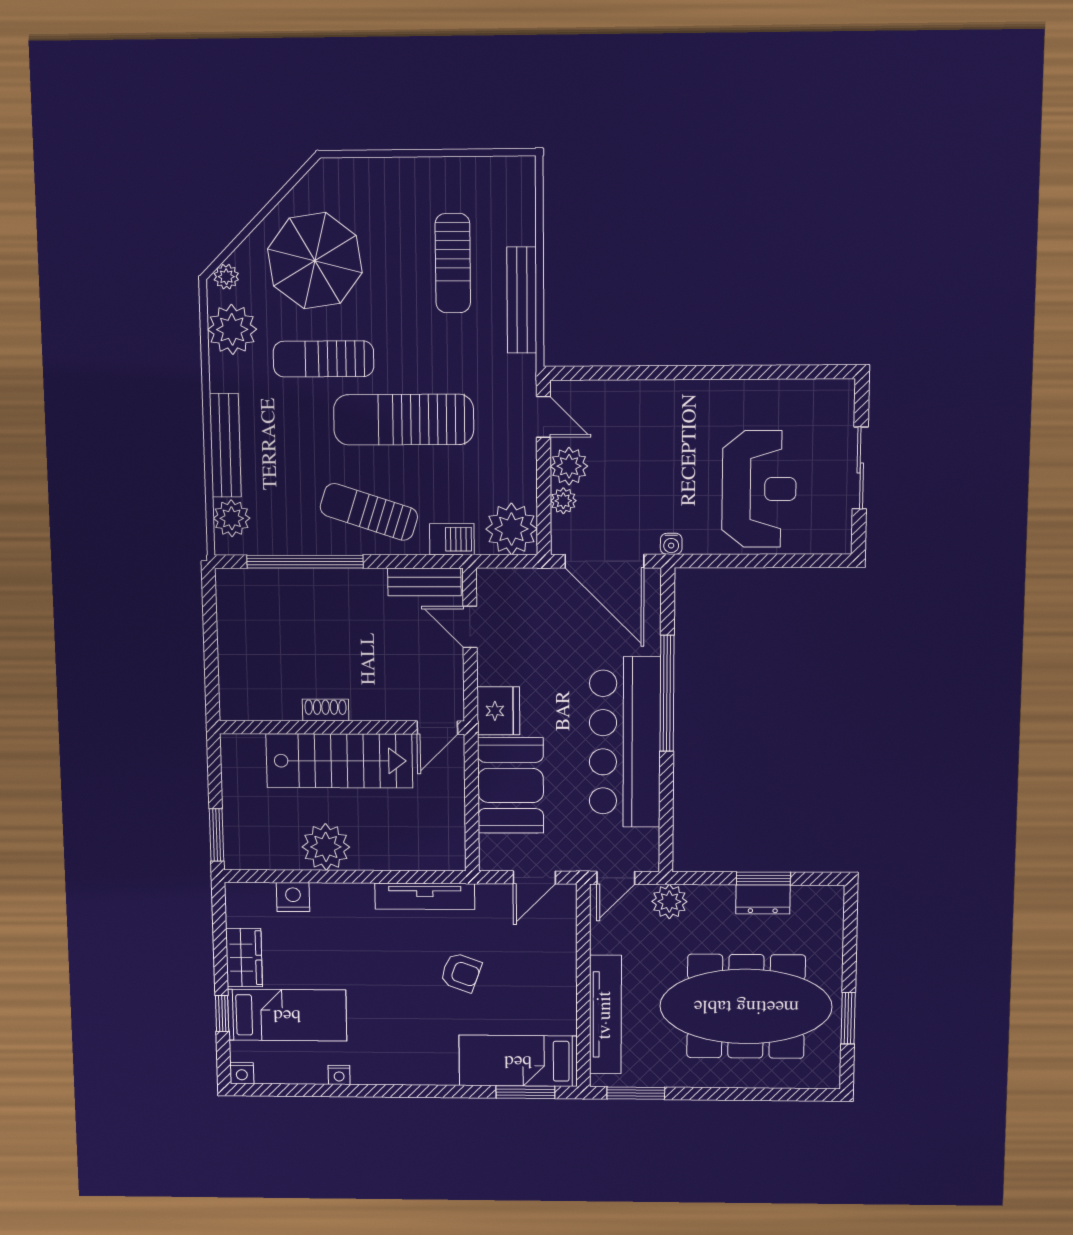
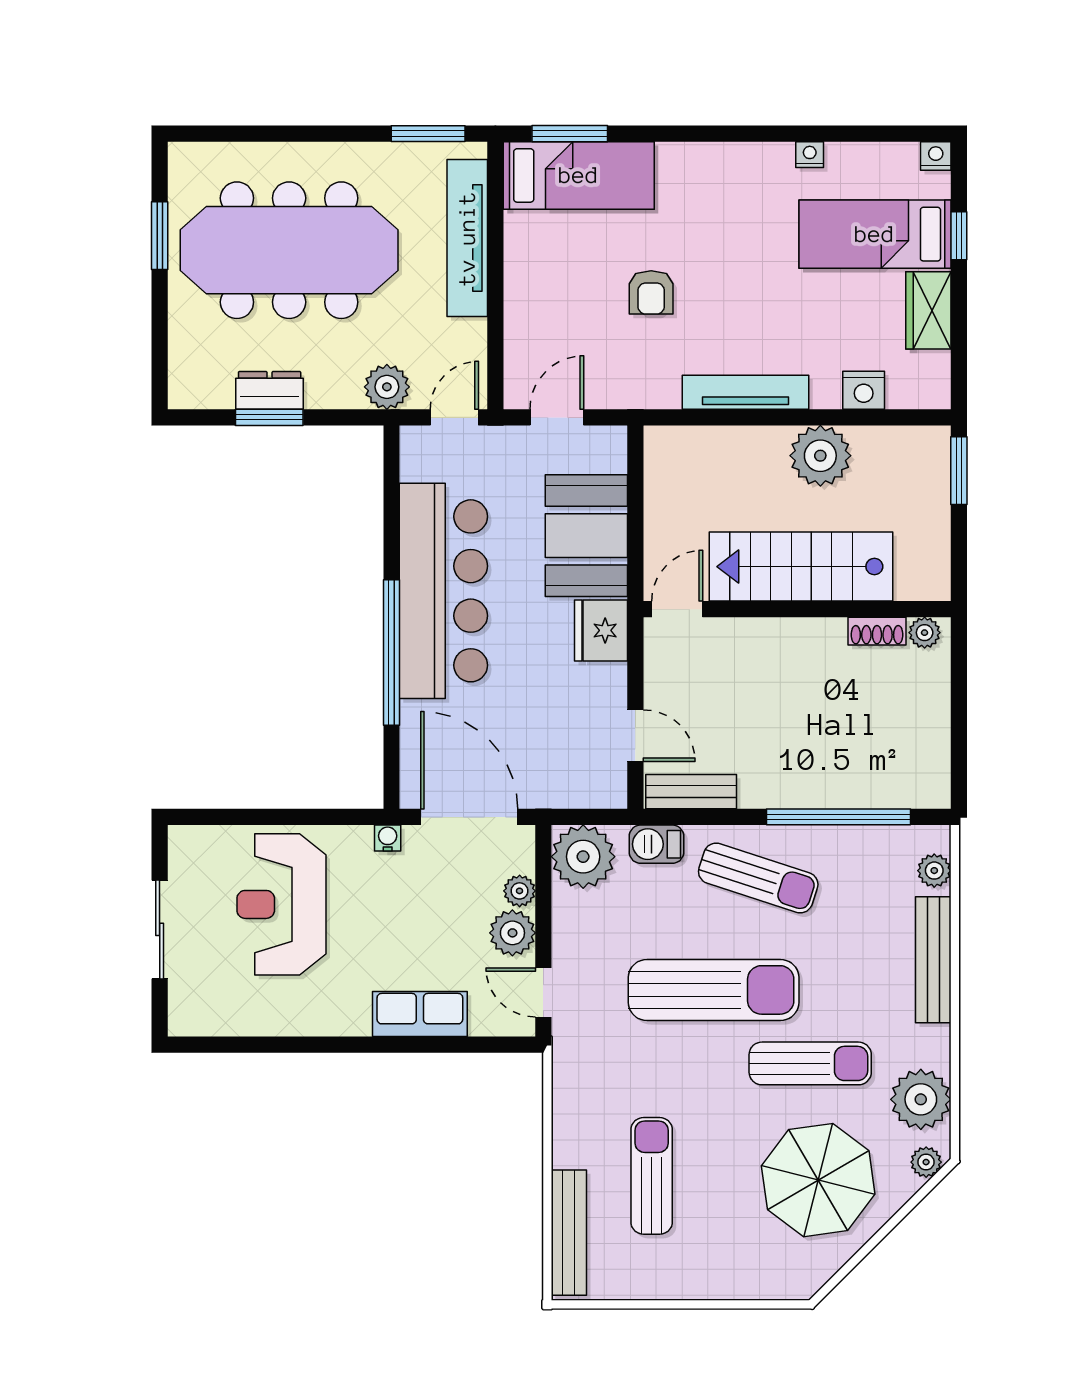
bench: (522, 300) -> (569, 1233), moved
row of seats: (645, 398) -> (420, 1014), added
plant: (232, 518) -> (934, 871), width x0.73, depth x0.73
plant: (240, 709) -> (925, 633), added
shoe rack: (326, 710) -> (877, 631), moved
tv unit: (425, 896) -> (745, 392), moved
armchair: (461, 972) -> (651, 292), turned -110

